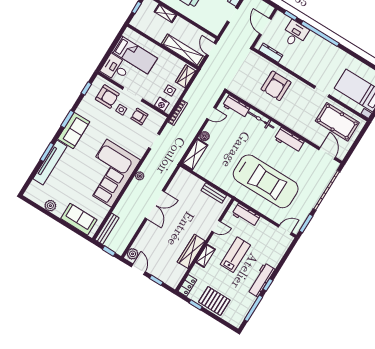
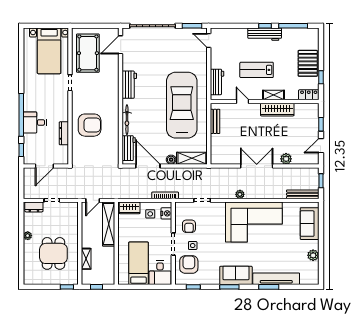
desk: (295, 34) -> (35, 122), moved
dresser: (271, 53) -> (64, 133), moved
door: (211, 113) -> (148, 166), width x1.87
car: (266, 181) -> (182, 105), moved
plant: (133, 254) -> (286, 159), moved

